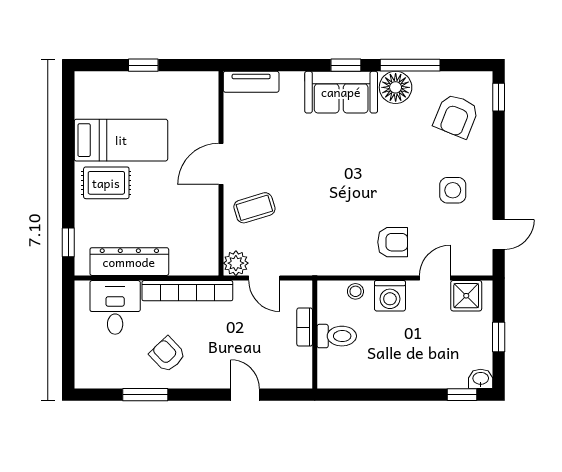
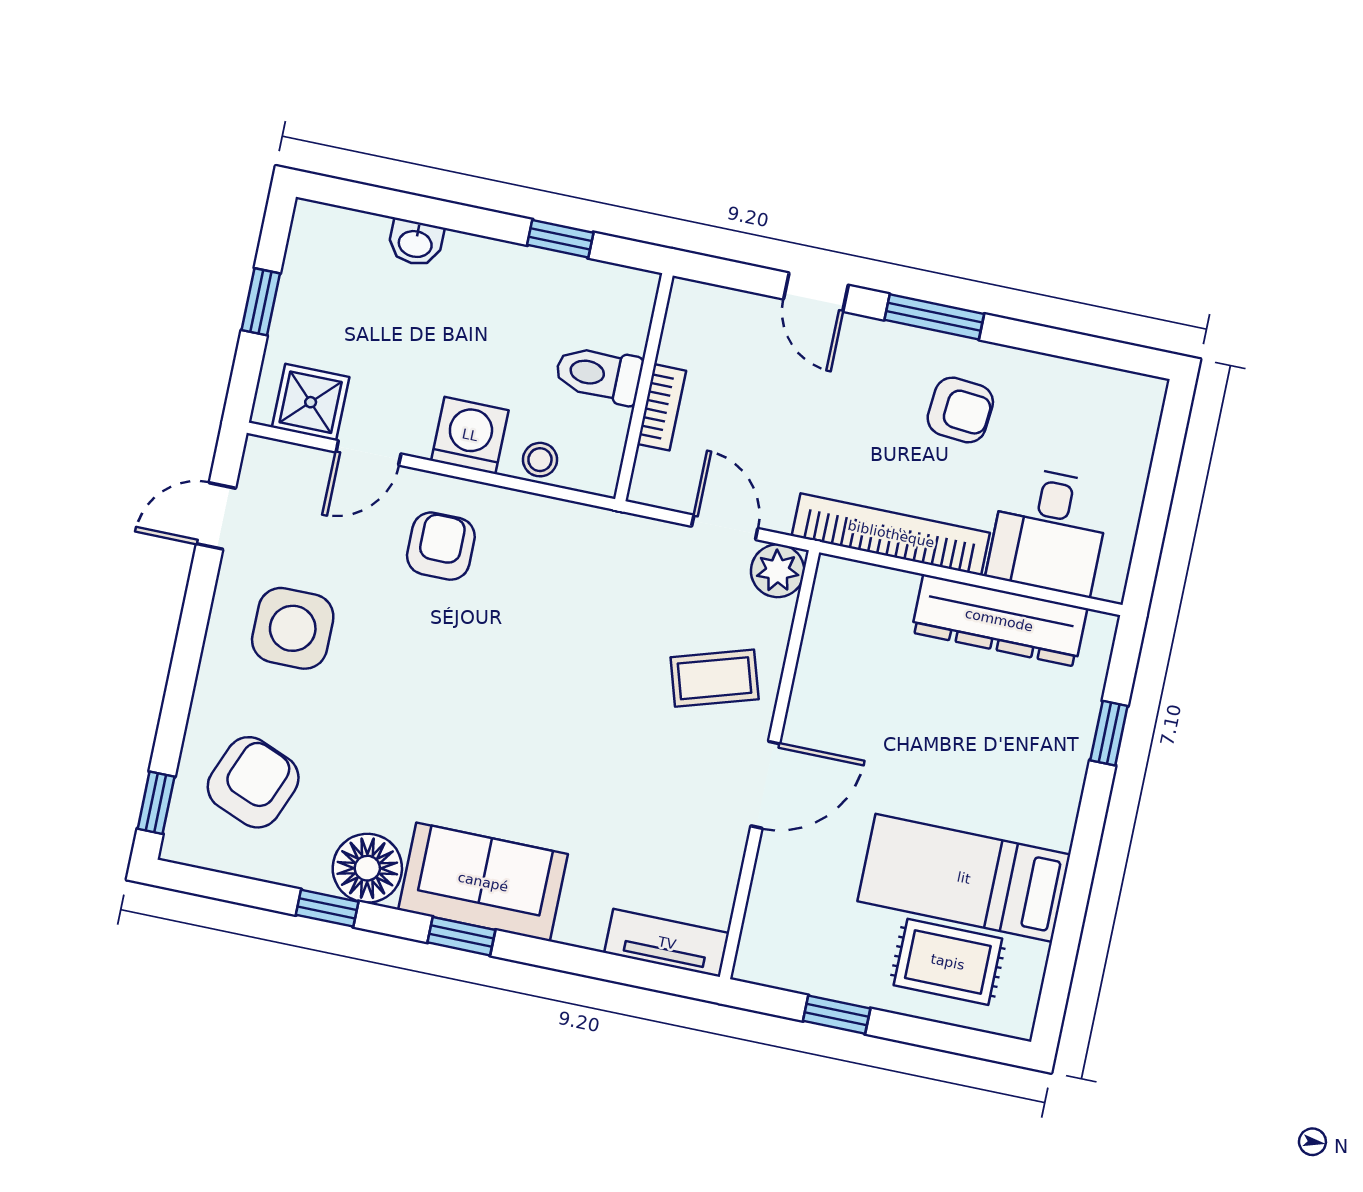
window: (143, 65) -> (837, 1015), moved
window: (410, 65) -> (327, 908), width x0.46
rug: (106, 183) -> (948, 962), moved
side table: (453, 190) -> (293, 628), width x1.37, depth x1.37
window: (68, 242) -> (1109, 733), moved
armchair: (393, 242) -> (441, 546), turned 90
armchair: (167, 354) -> (960, 410), turned -41
washbasin: (481, 379) -> (415, 243), moved
window: (145, 395) -> (934, 317), moved
window: (462, 395) -> (560, 239), moved

